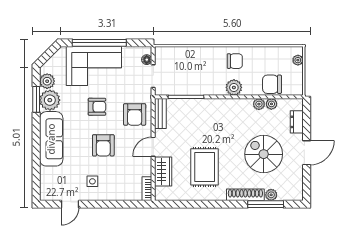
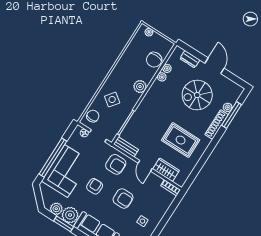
chair: (235, 61) -> (93, 116), moved
side table: (201, 67) -> (112, 100), added

